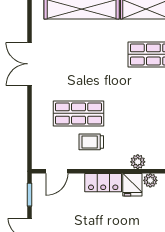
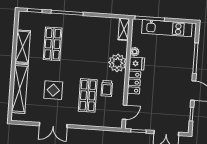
display table: (83, 60) -> (53, 90), added
plant: (138, 162) -> (117, 63), width x1.88, depth x1.88
door: (57, 171) -> (124, 112), hinge flipped

